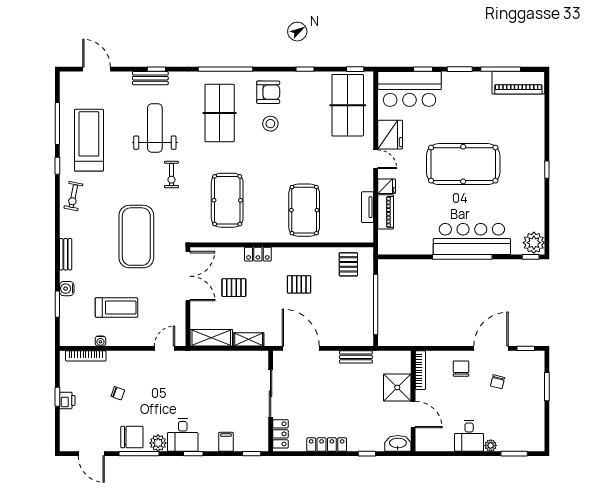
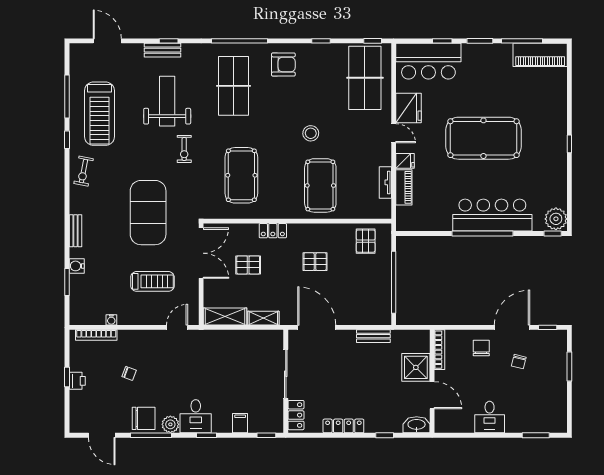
stool: (270, 124) -> (311, 133), moved
treadmill: (89, 140) -> (99, 114), turned 180
treadmill: (116, 307) -> (152, 281), moved
plant: (491, 445) -> (512, 427), removed

